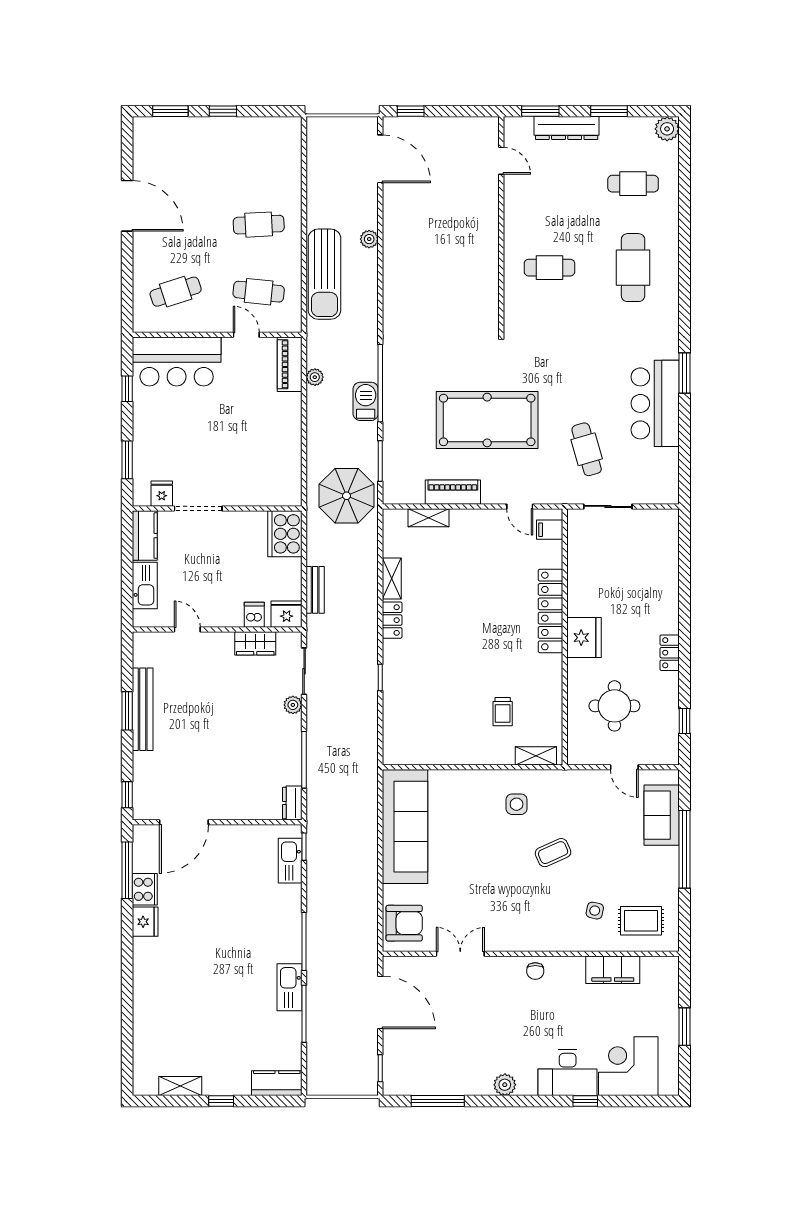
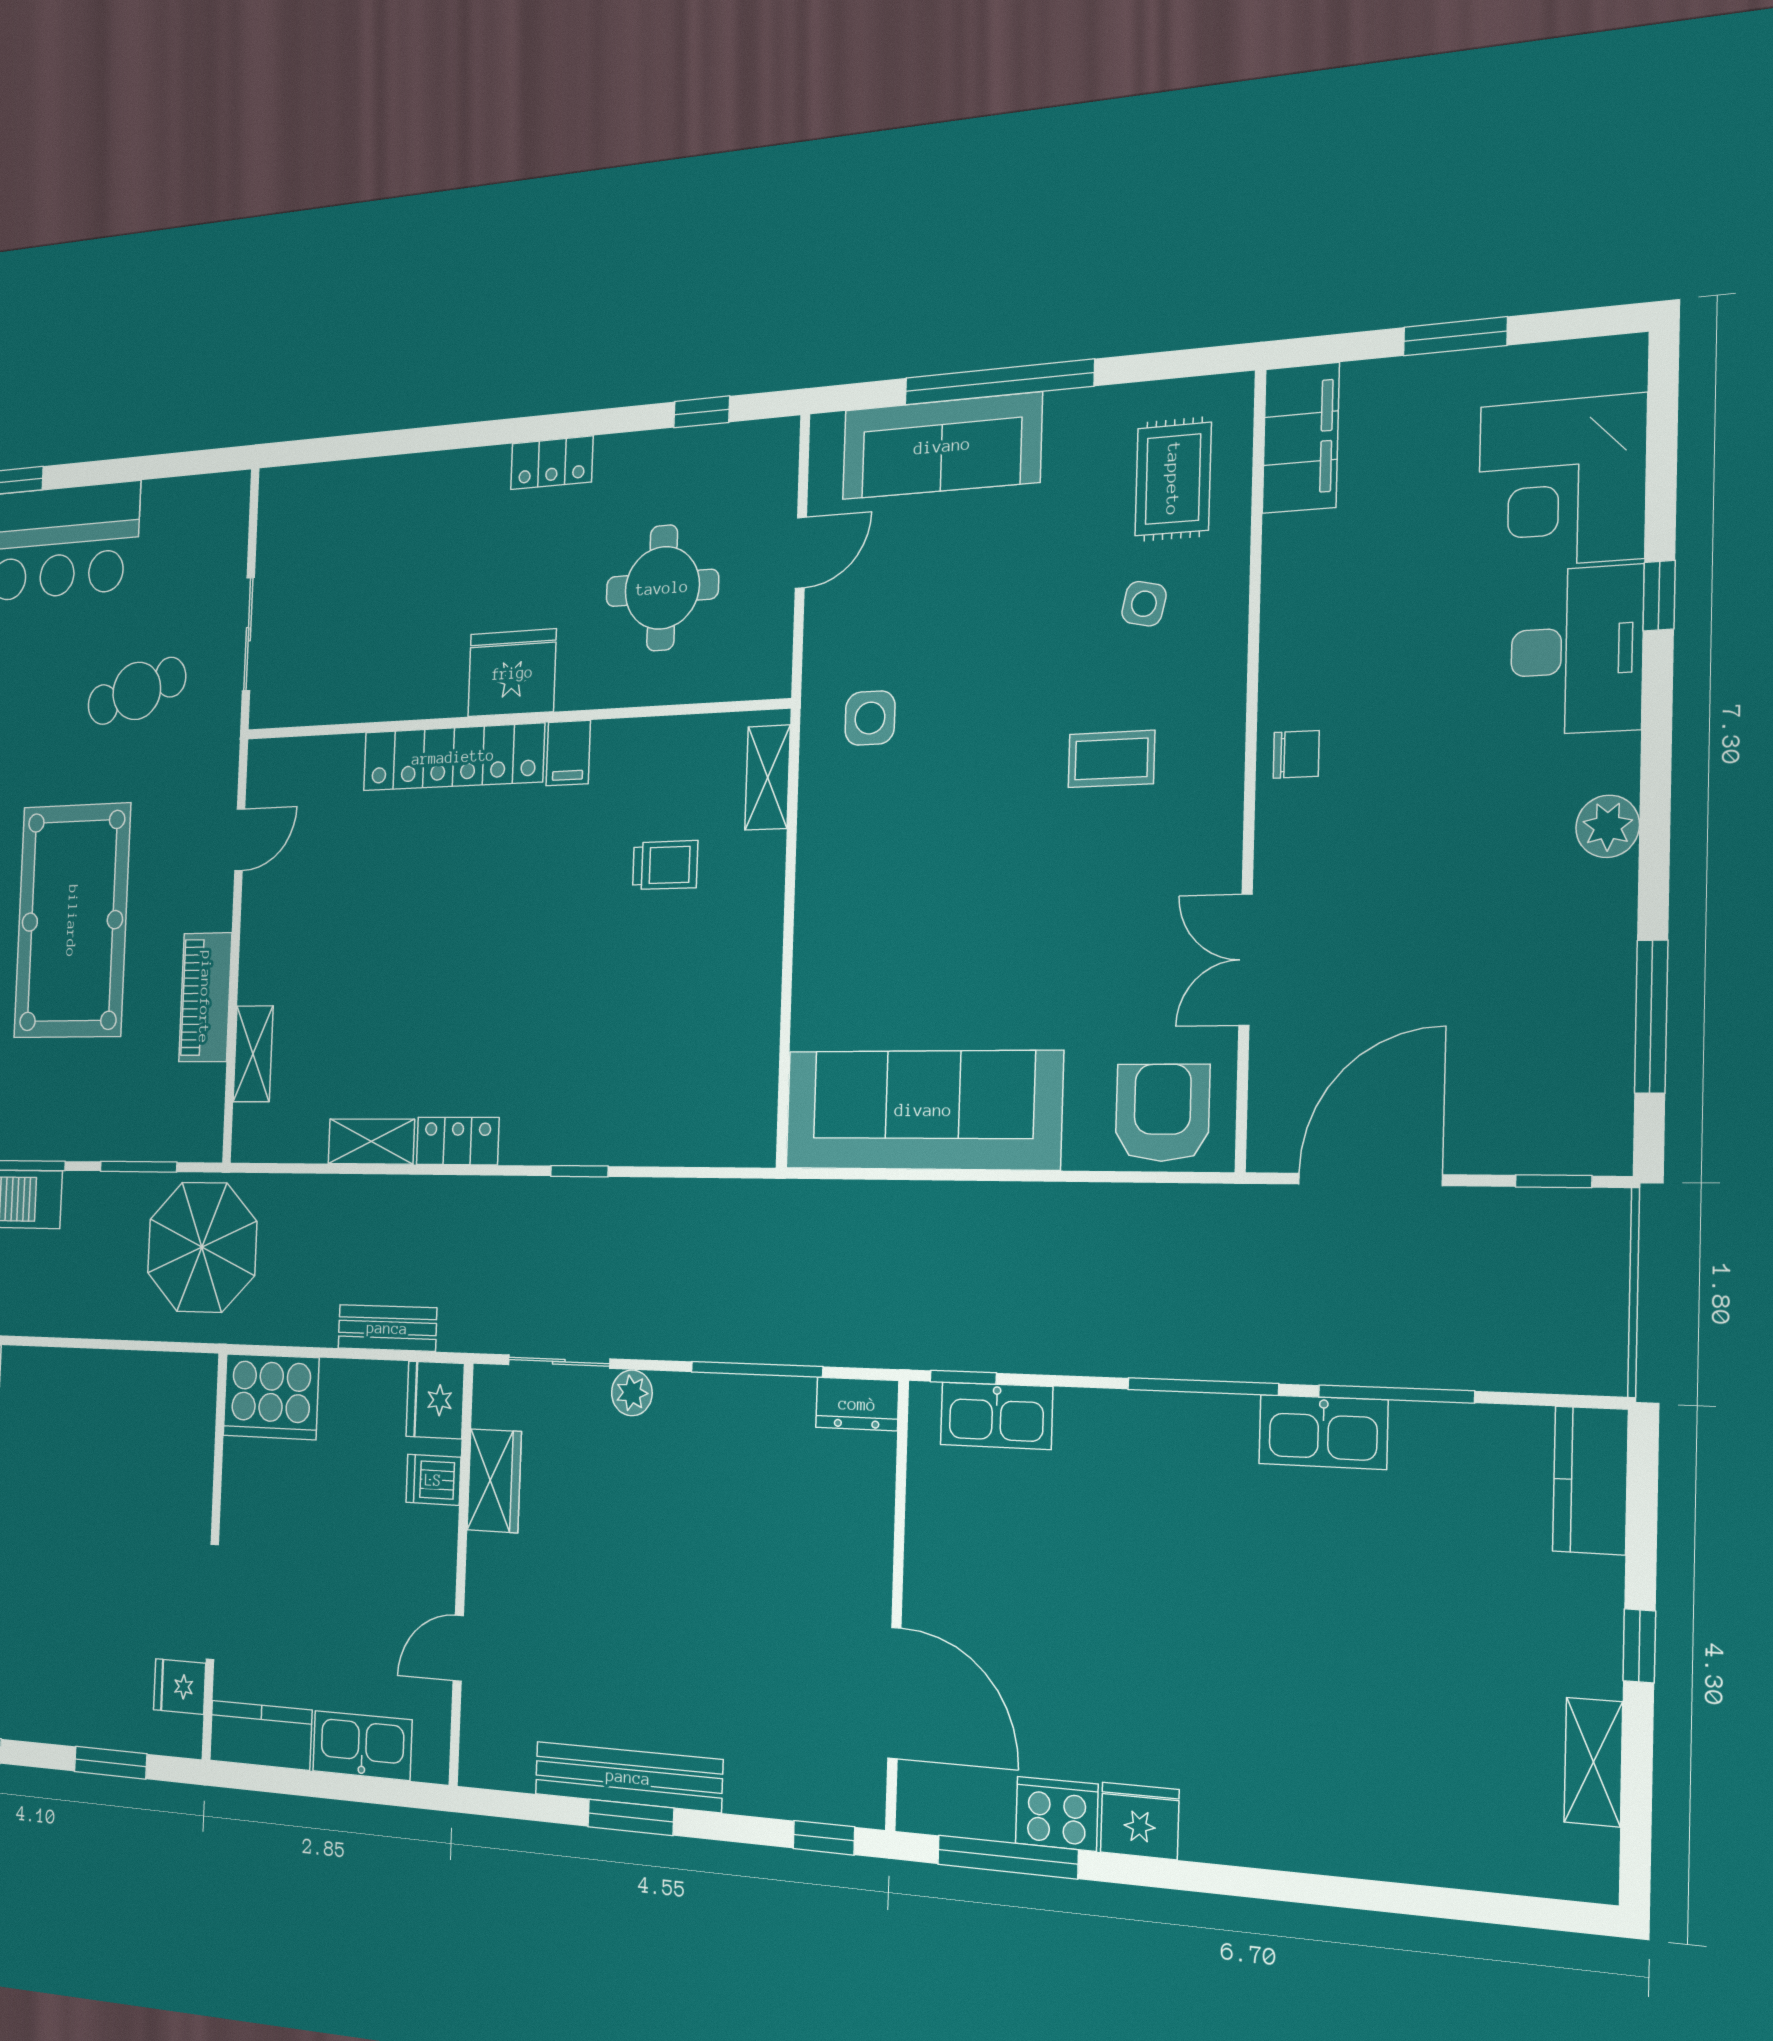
filing cabinet: (550, 530) -> (568, 753), moved
side table: (517, 804) -> (870, 718), moved
sofa: (662, 815) -> (942, 446), width x1.36
coffee table: (553, 853) -> (1111, 759), moved, turned -66
filing cabinet: (613, 970) -> (1301, 438), moved

